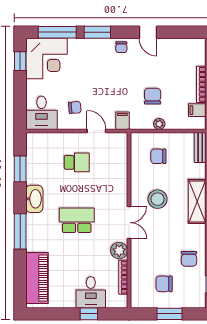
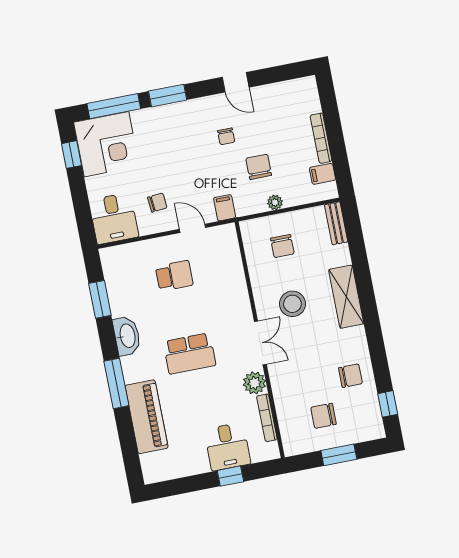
chair: (121, 47) -> (226, 136), moved
chair: (158, 156) -> (282, 246), turned -90
school desk: (77, 220) -> (189, 354), turned 180
chair: (189, 259) -> (350, 376), turned -90
piano: (37, 278) -> (147, 417), moved

